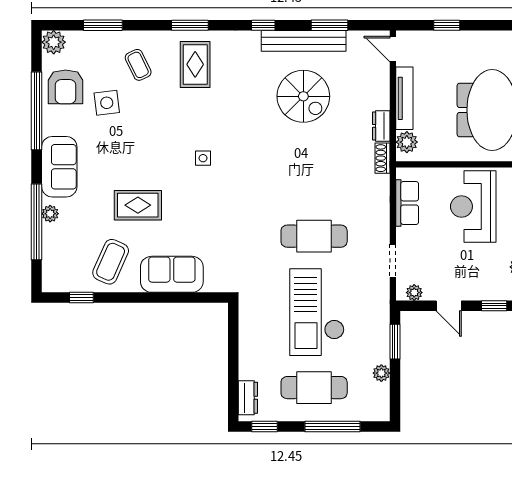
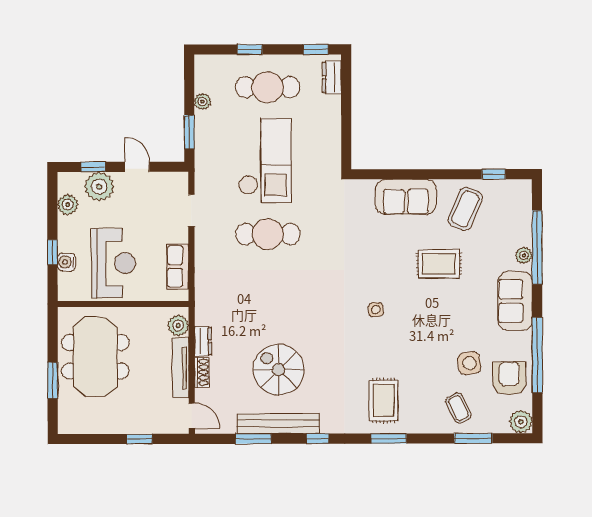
coffee table: (138, 65) -> (458, 408), moved
shoe rack: (382, 158) -> (202, 372), moved
plant: (414, 293) -> (99, 187), moved, width x1.88, depth x1.88
window: (332, 427) -> (250, 49), width x0.46

